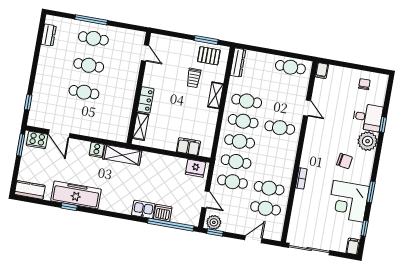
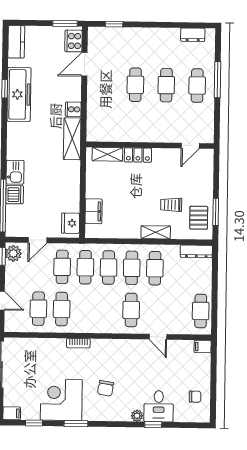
door: (307, 108) -> (158, 337), hinge flipped
plant: (368, 141) -> (137, 416), width x0.53, depth x0.53

